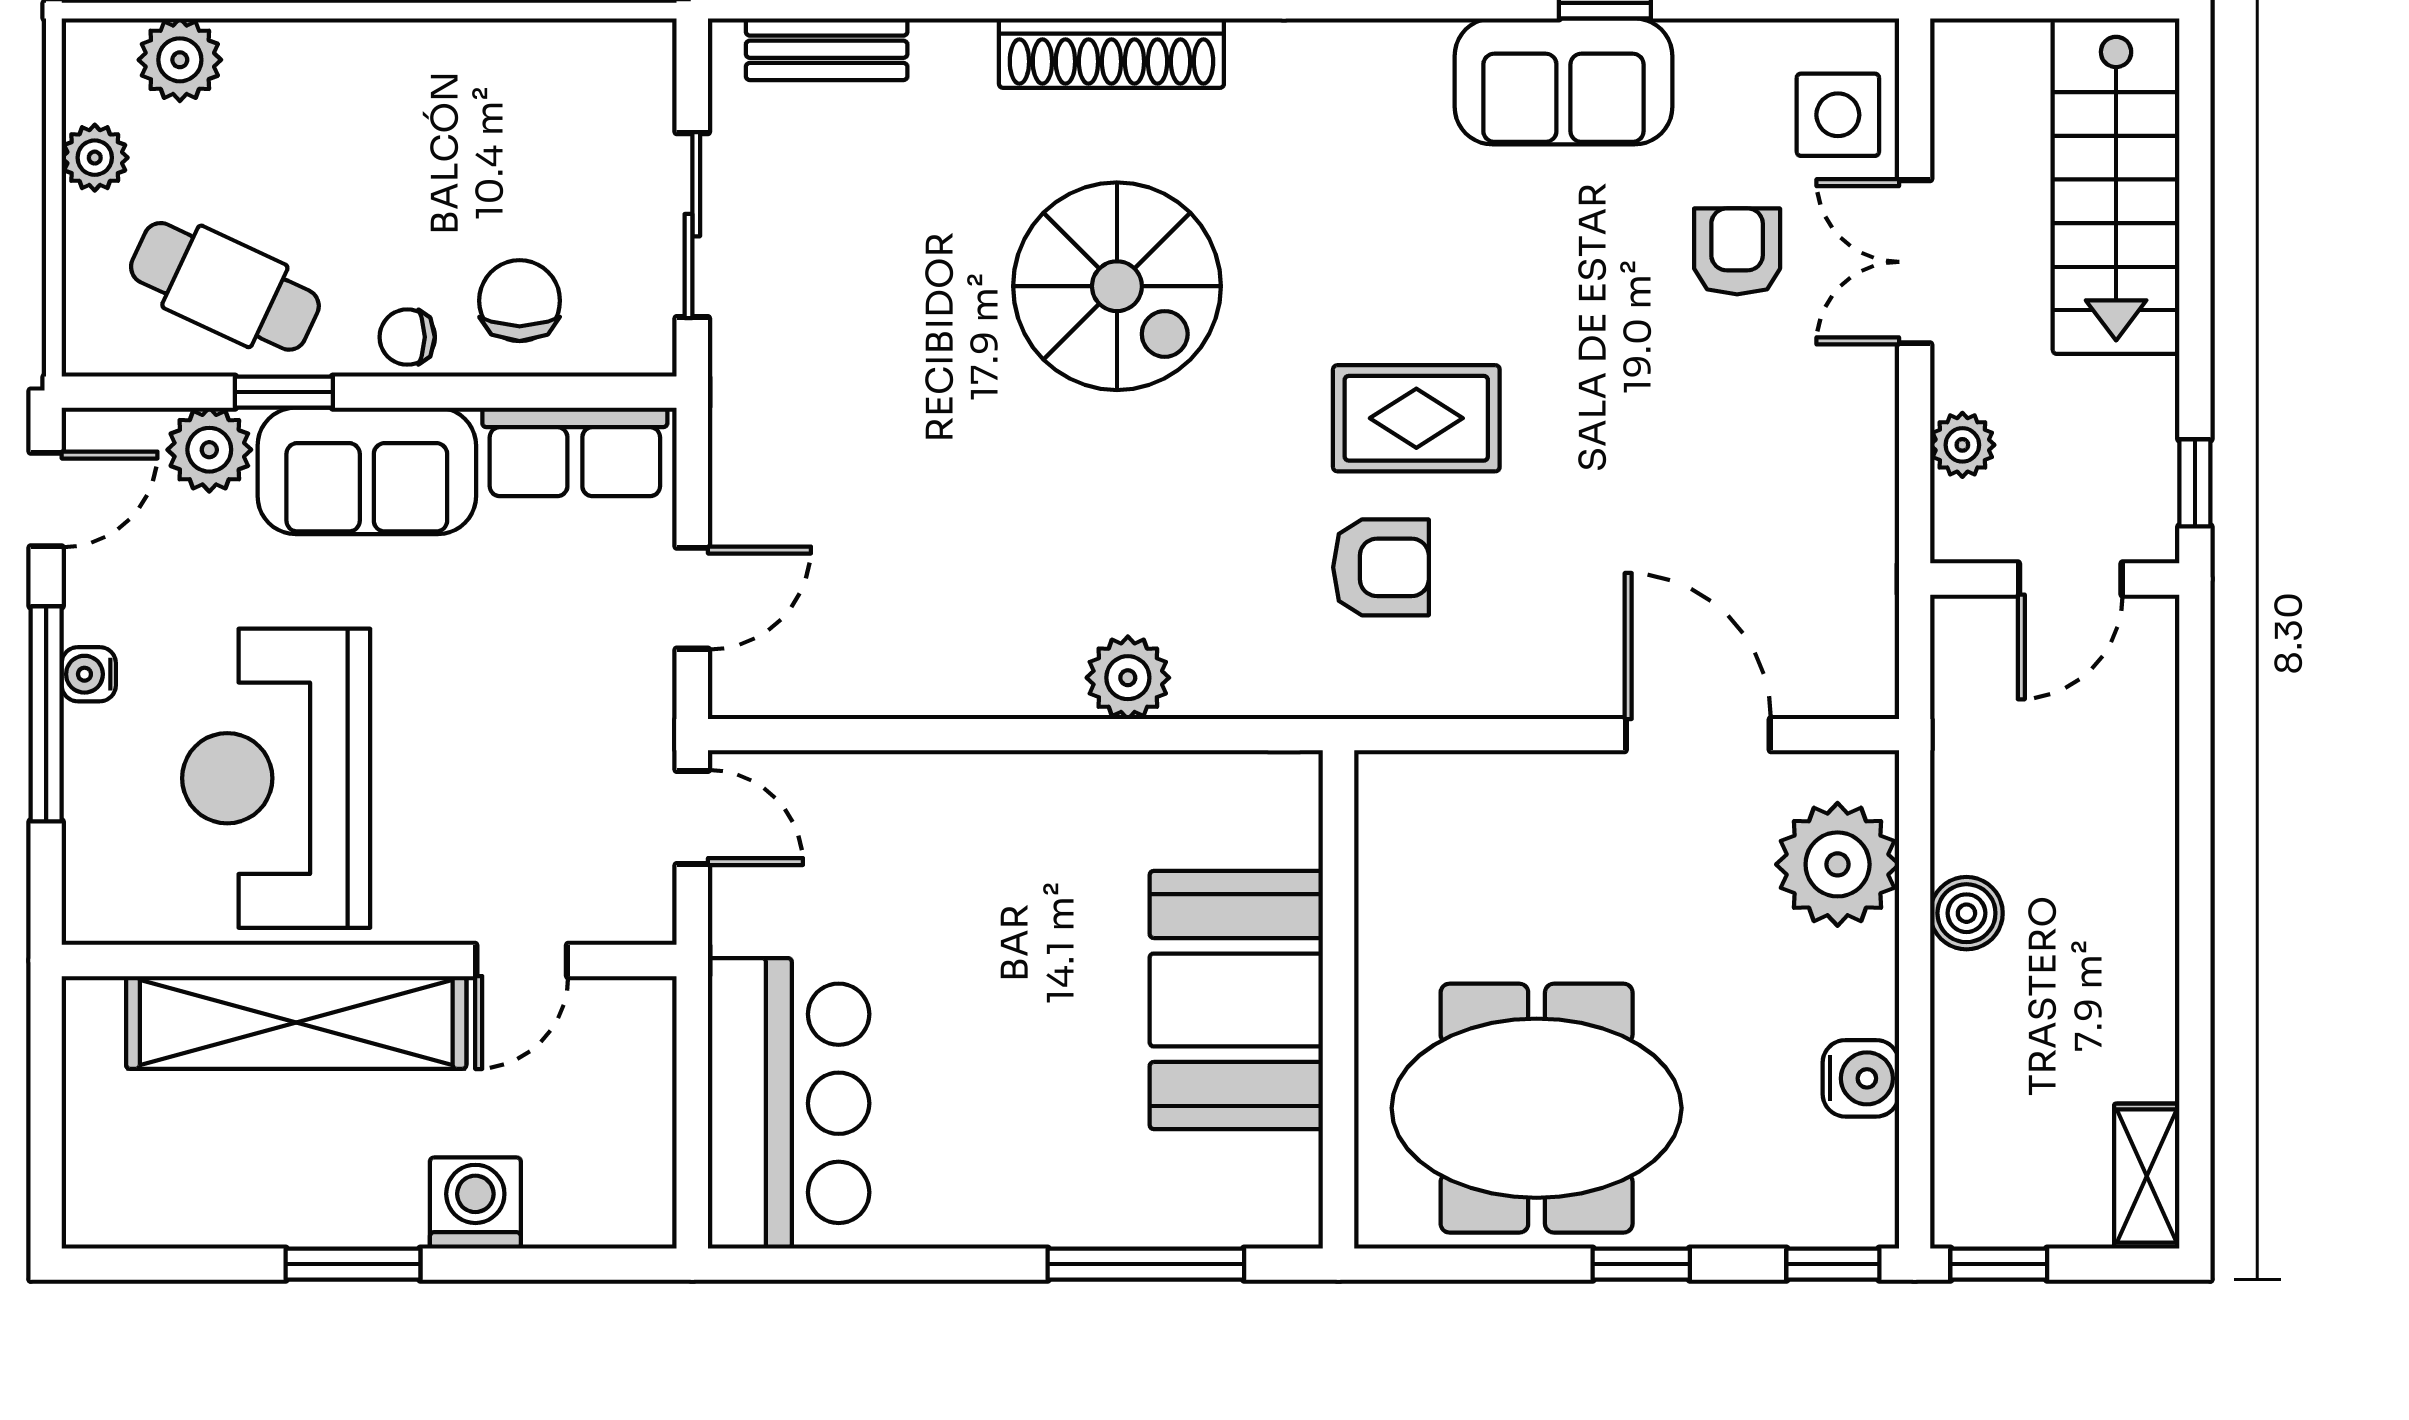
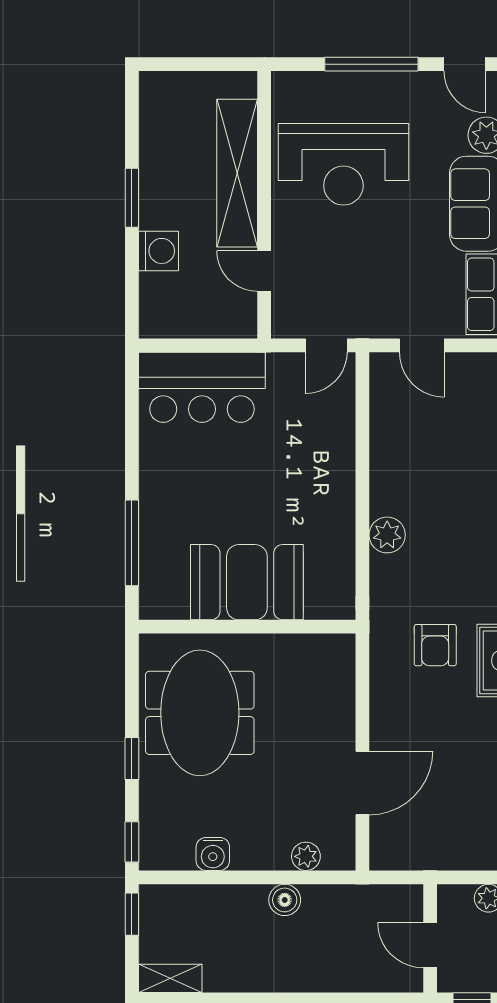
water cooler: (89, 674) -> (389, 83), removed
reception desk: (276, 778) -> (343, 164), turned 180
plant: (1838, 864) -> (306, 856), width x0.53, depth x0.53

